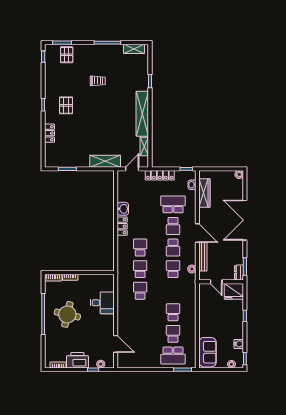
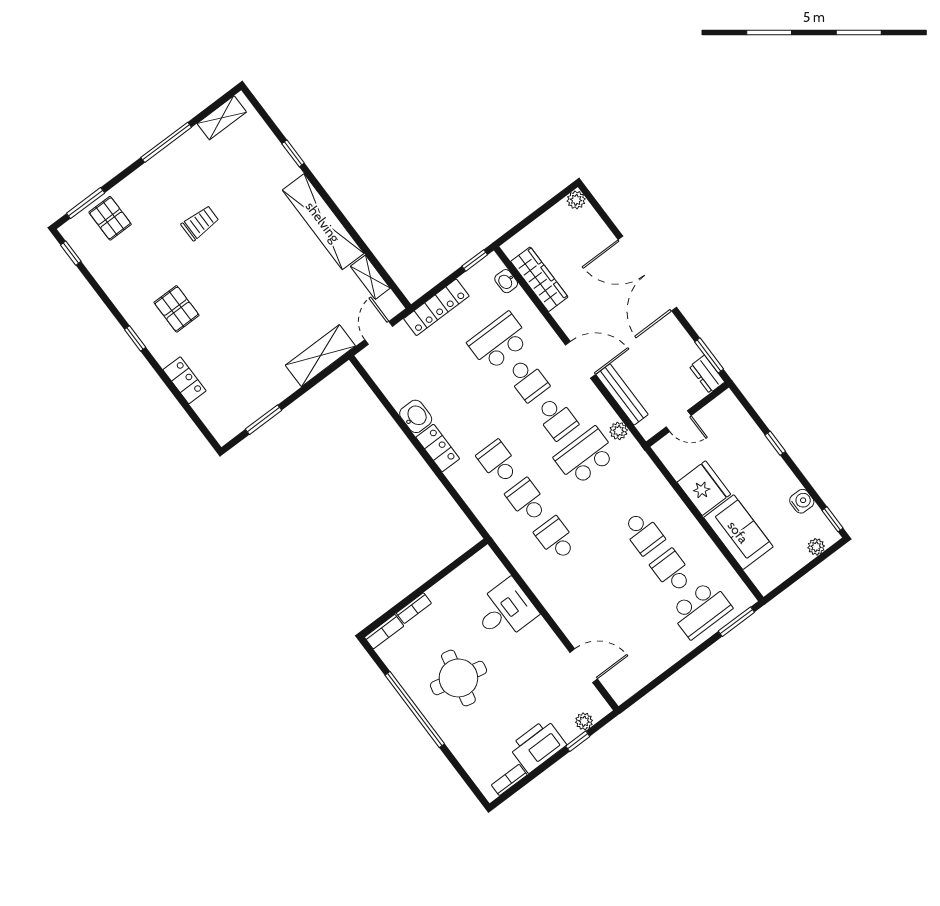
school desk: (173, 269) -> (585, 456), width x1.85
fridge: (234, 291) -> (704, 488), moved, turned -90
school desk: (173, 312) -> (643, 533), turned 180
sofa: (208, 352) -> (738, 532), moved

